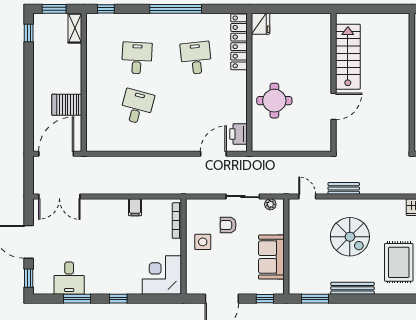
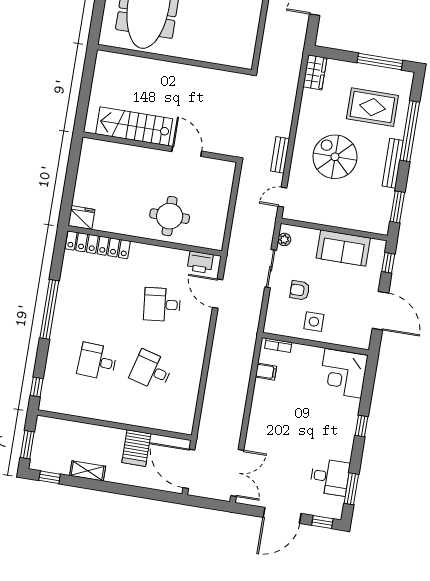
shelving: (75, 28) -> (88, 471), moved
desk: (196, 58) -> (162, 304), moved
filing cabinet: (135, 207) -> (266, 372), moved
bookcase: (177, 221) -> (278, 345), width x0.64
armchair: (228, 225) -> (300, 290), turned 90
spiral stairs: (350, 237) -> (335, 157), turned -90
window: (77, 299) -> (351, 489), moved
window: (383, 299) -> (410, 131), added

